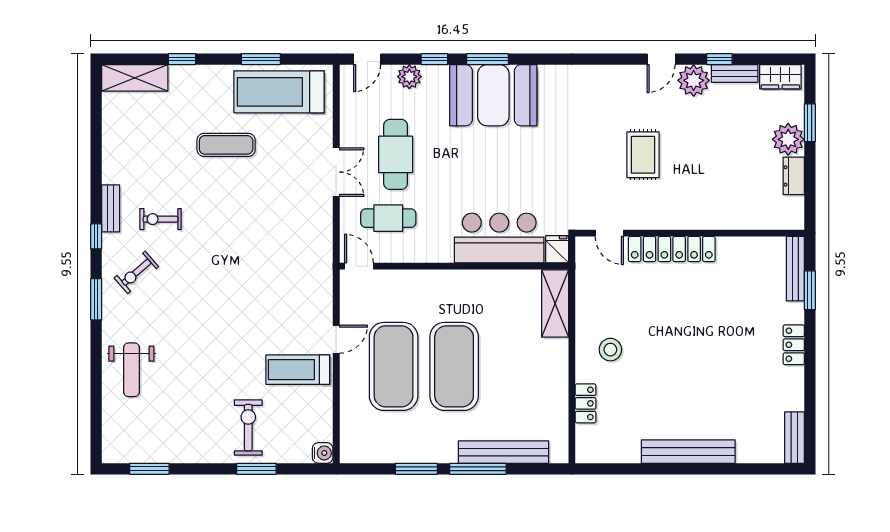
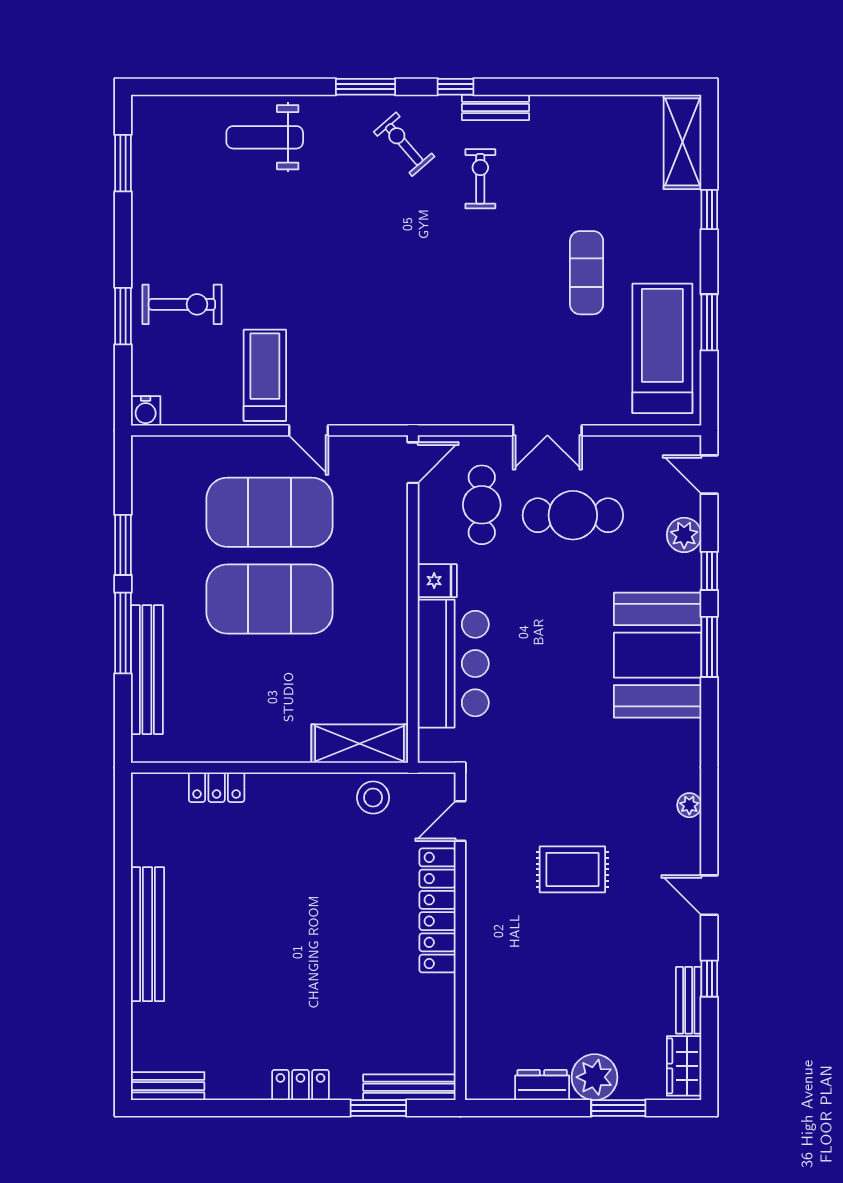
plant: (694, 80) -> (689, 805), moved, width x0.53, depth x0.53
fridge: (557, 249) -> (437, 581), moved
stool: (610, 350) -> (373, 798), moved

